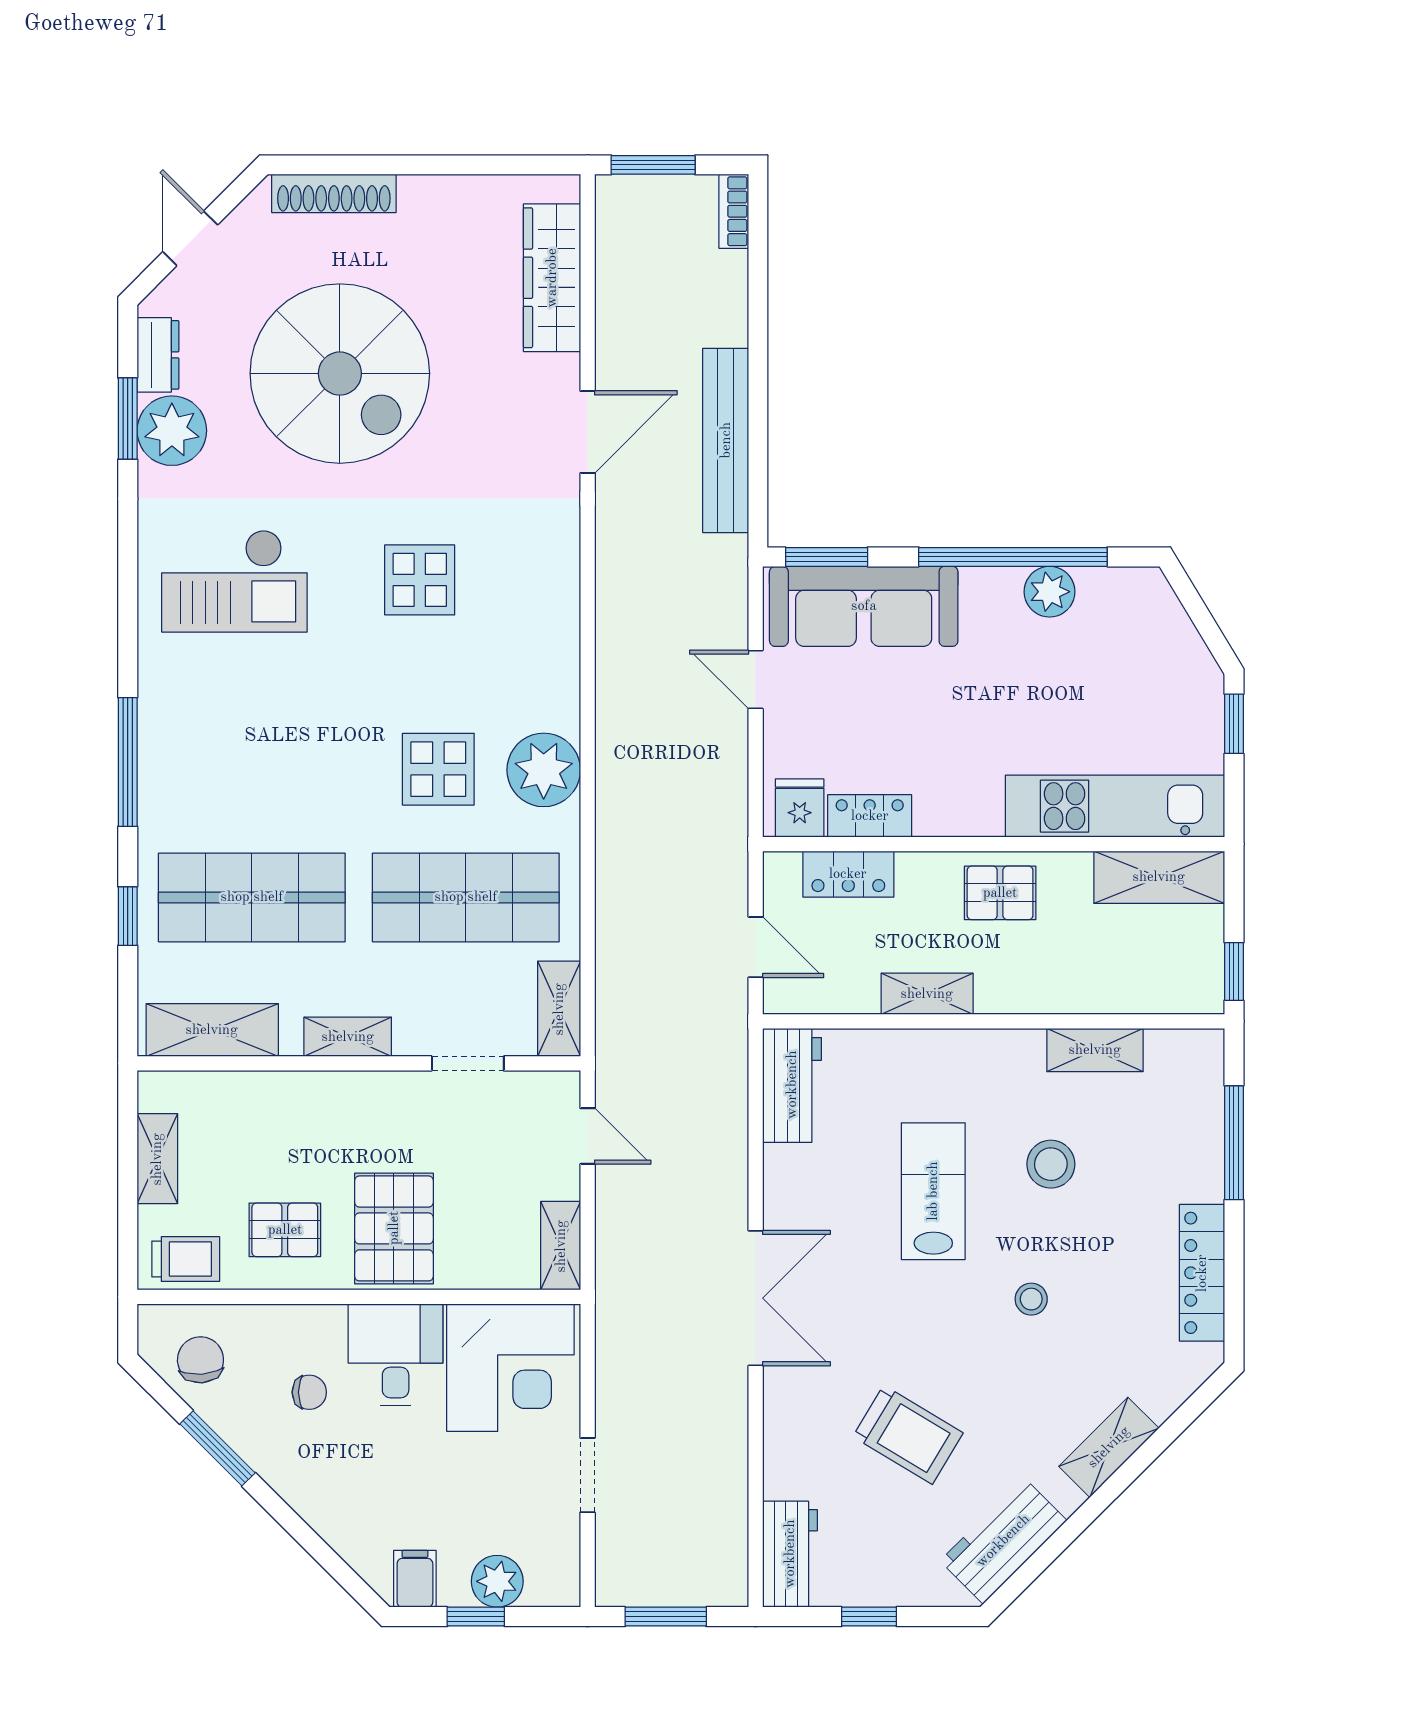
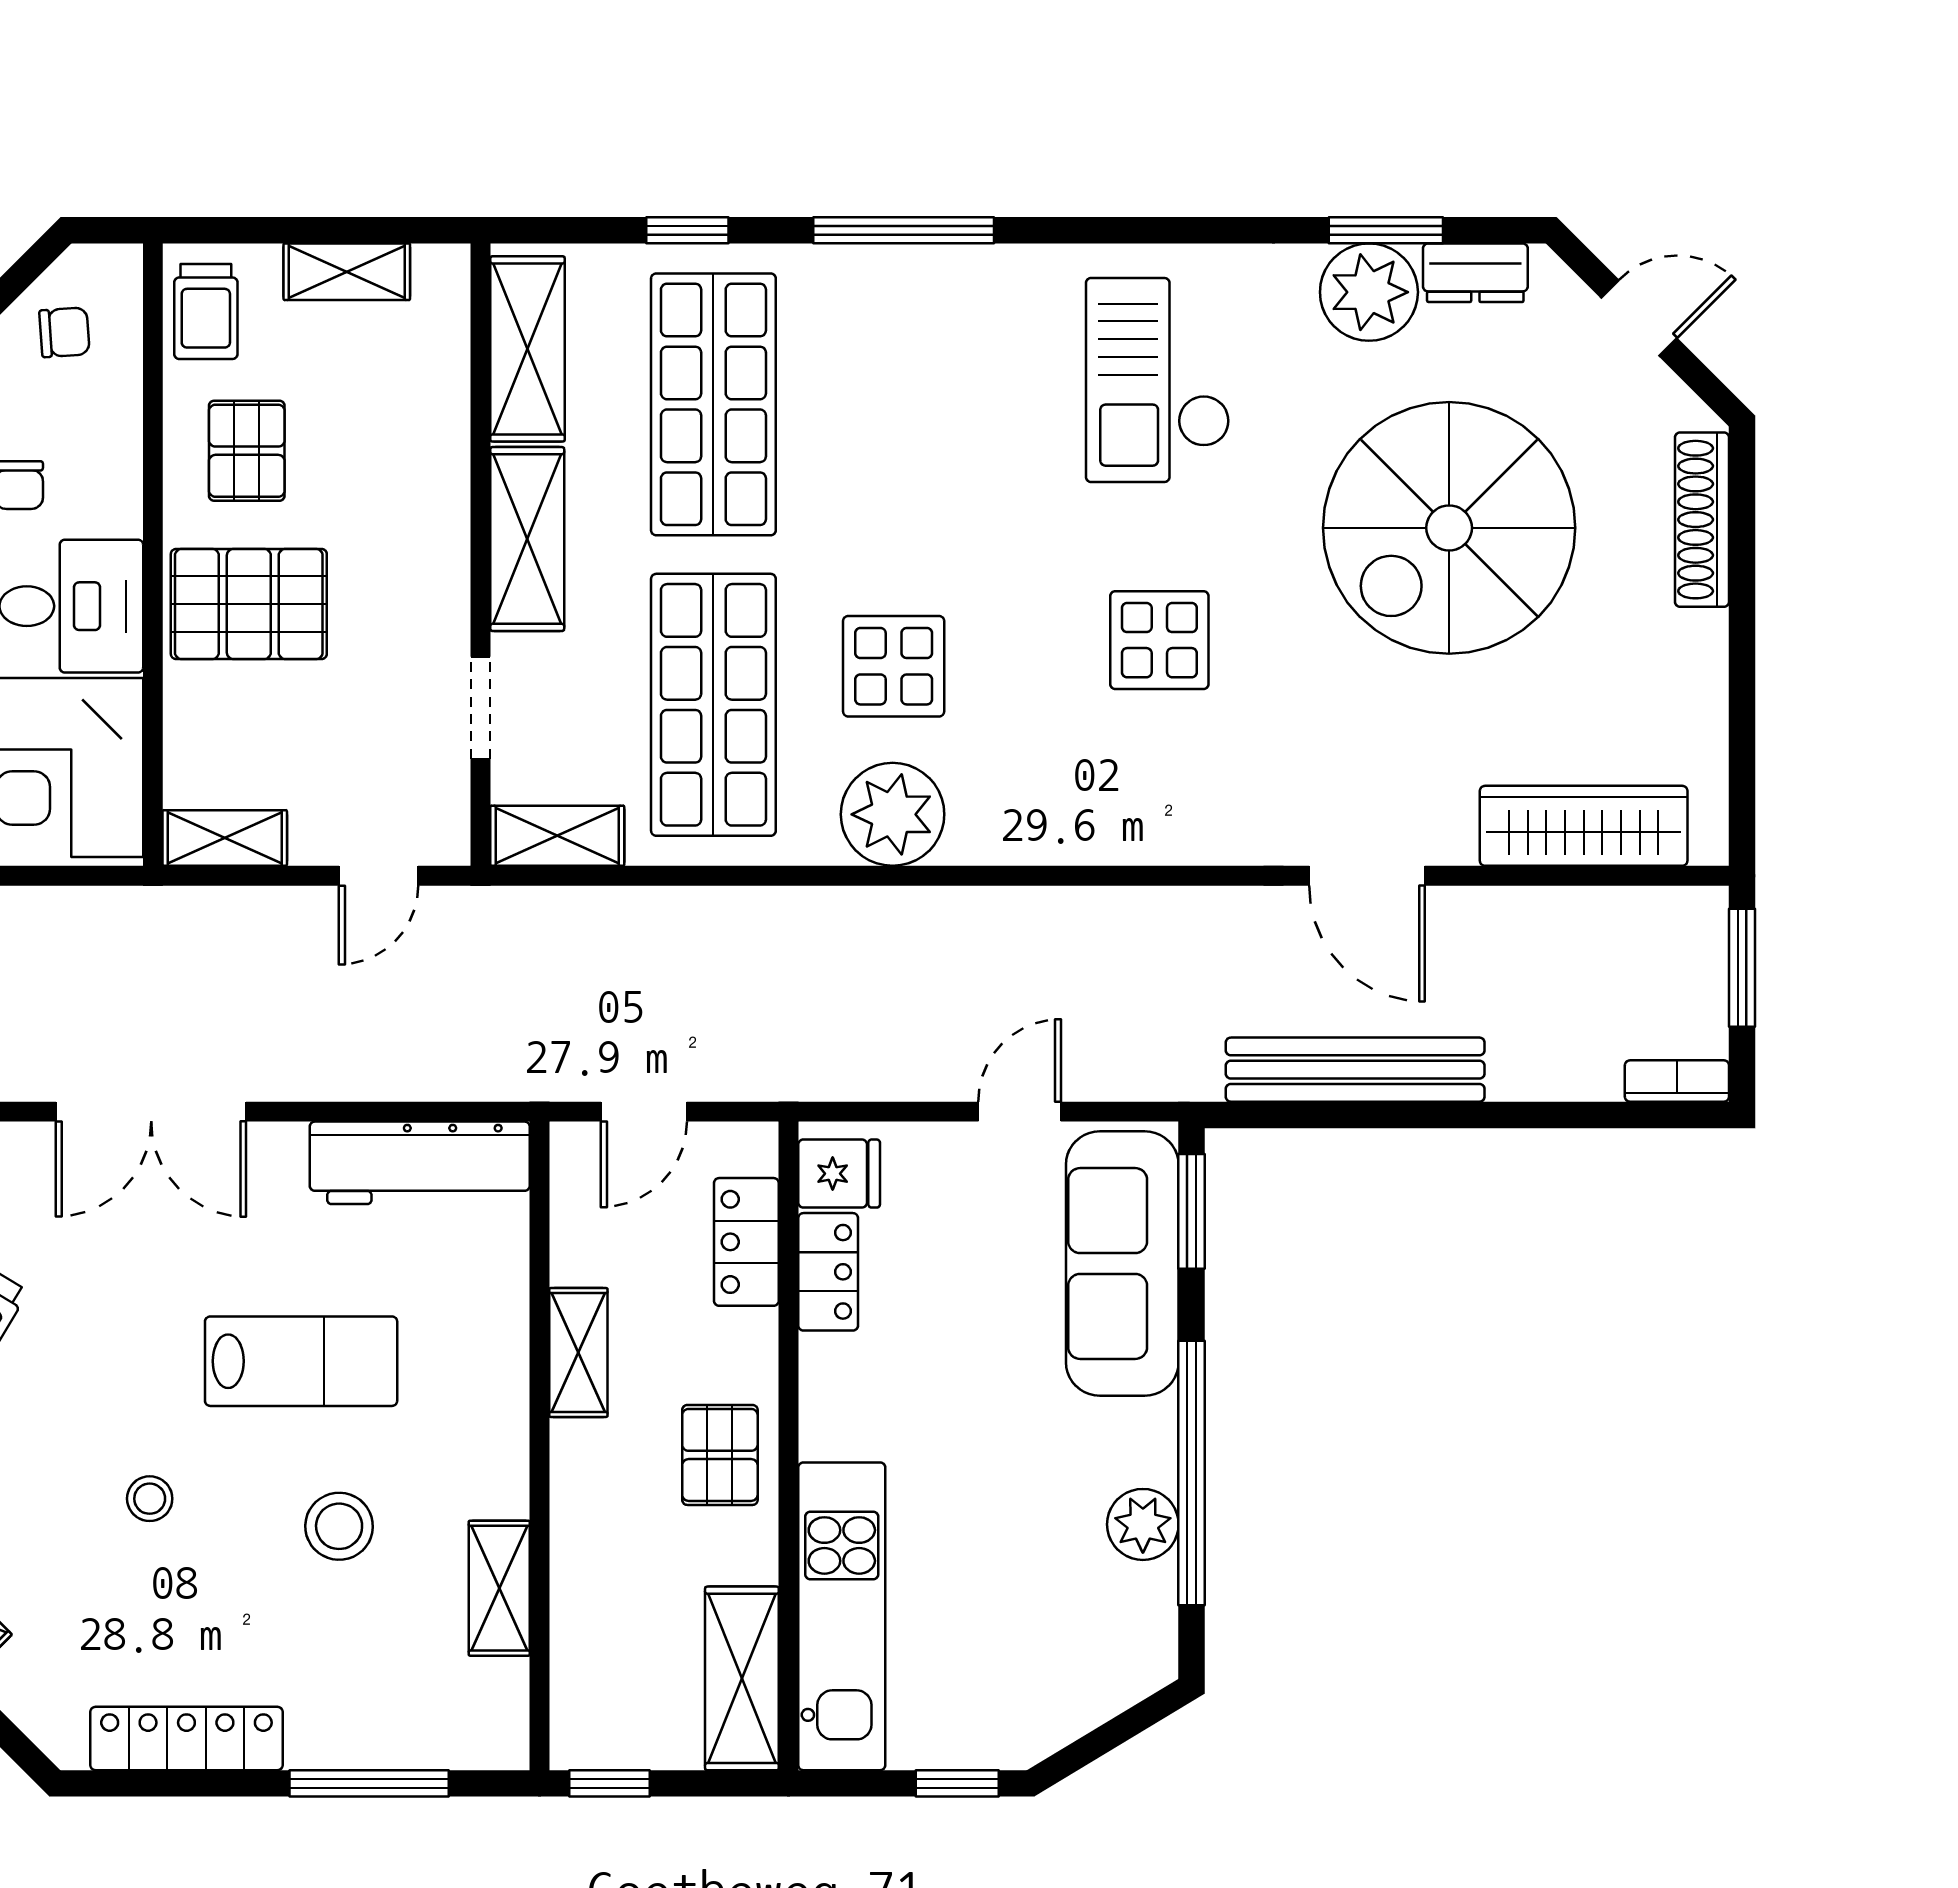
shelving: (348, 1037) -> (527, 539), width x1.50, depth x1.33
workbench: (792, 1085) -> (420, 1163), width x1.38
chair: (200, 1360) -> (64, 332), width x0.73, depth x0.73

